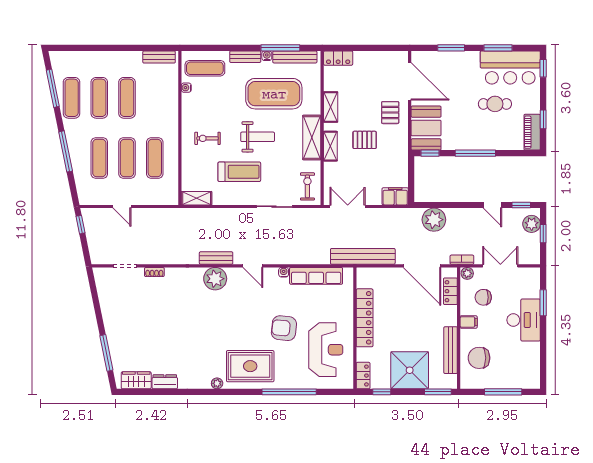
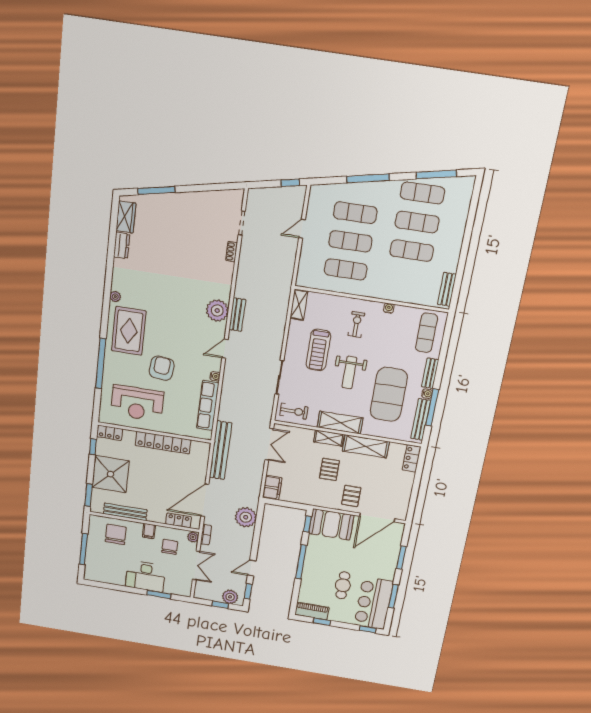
water cooler: (186, 88) -> (389, 308), moved
shelving: (331, 107) -> (366, 446), width x1.50, depth x1.33
pallet: (390, 113) -> (351, 496), turned 90

